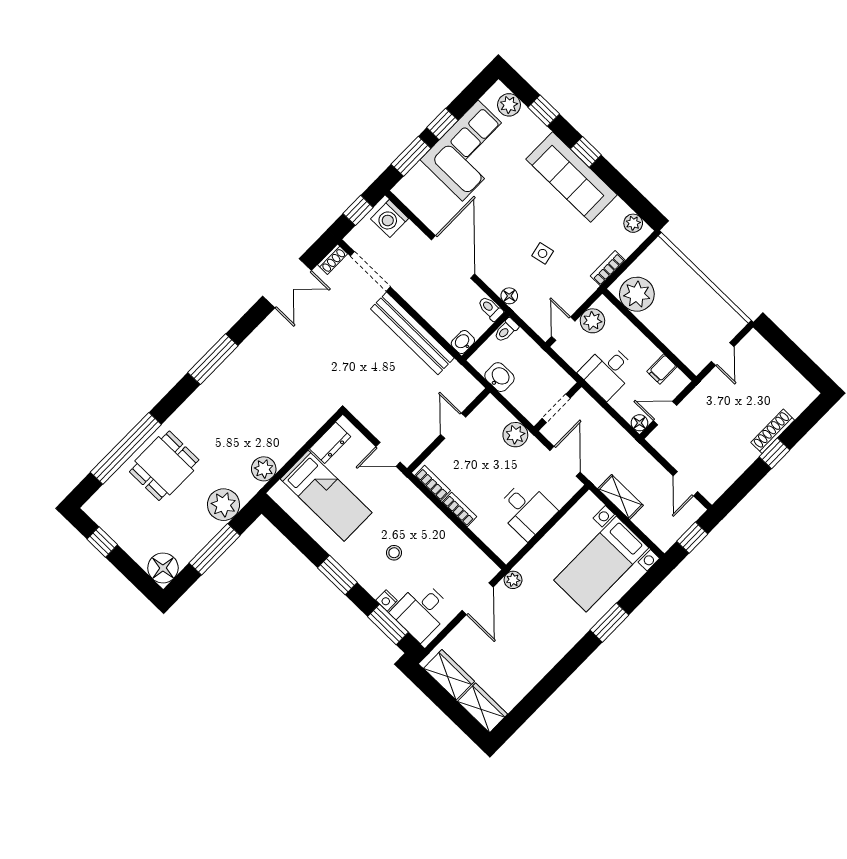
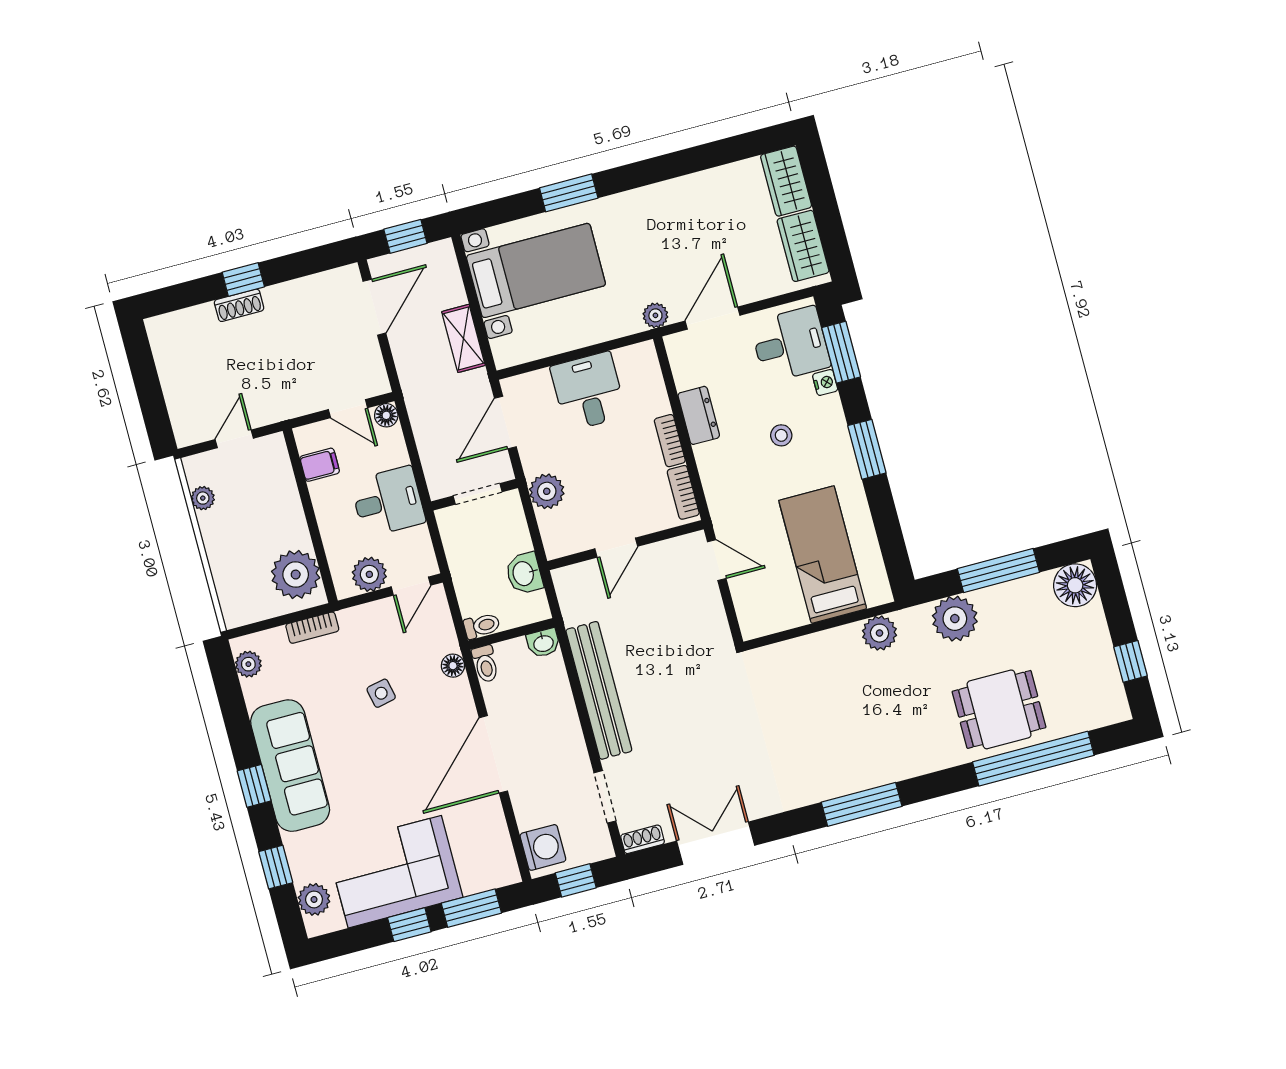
doorway: (370, 271) -> (605, 797), width x0.73
plant: (720, 307) -> (203, 498), added
shoe rack: (773, 431) -> (239, 305), width x0.70
dresser: (330, 443) -> (699, 415), moved, turned 90
door: (685, 484) -> (374, 307), width x1.38

